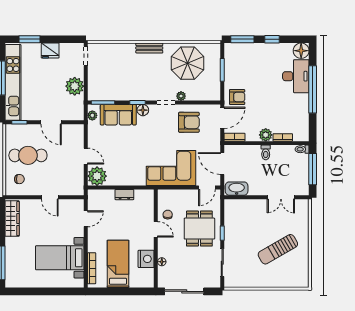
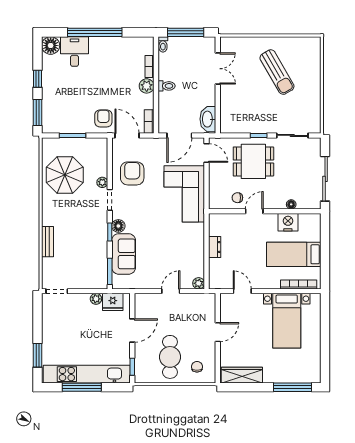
bench: (149, 48) -> (48, 242), moved
fridge: (50, 50) -> (113, 302), moved, turned 90
desk: (296, 76) -> (75, 52), width x0.73
plant: (75, 86) -> (96, 299), width x0.53, depth x0.53
plant: (92, 115) -> (124, 284), removed
plant: (97, 176) -> (199, 283), width x0.53, depth x0.53

